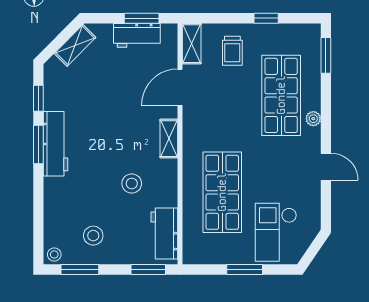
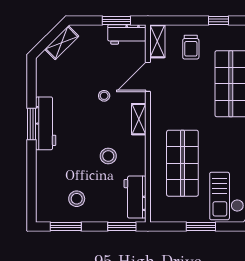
workbench: (137, 35) -> (127, 34), moved
window: (38, 98) -> (32, 86), removed
stool: (54, 254) -> (104, 96), moved

